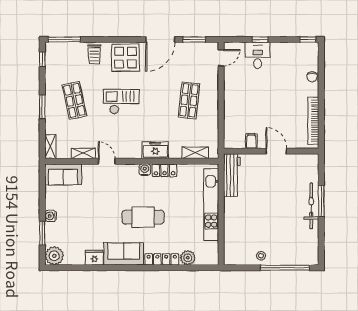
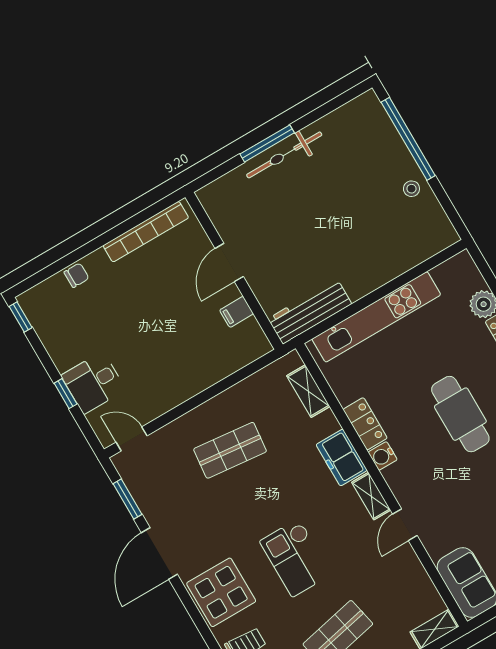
door: (160, 39) -> (159, 554), swing flipped
shelving: (83, 153) -> (371, 496), moved

